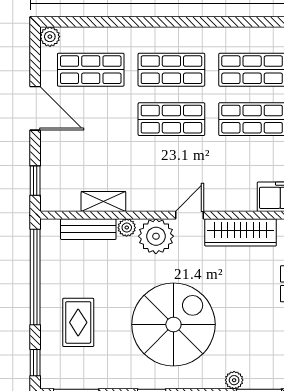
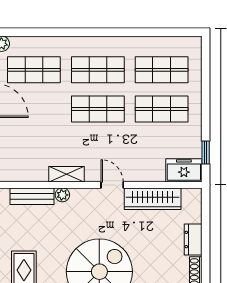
shelving: (103, 201) -> (67, 174), moved
door: (189, 215) -> (112, 185), hinge flipped
plant: (156, 236) -> (86, 202), removed

